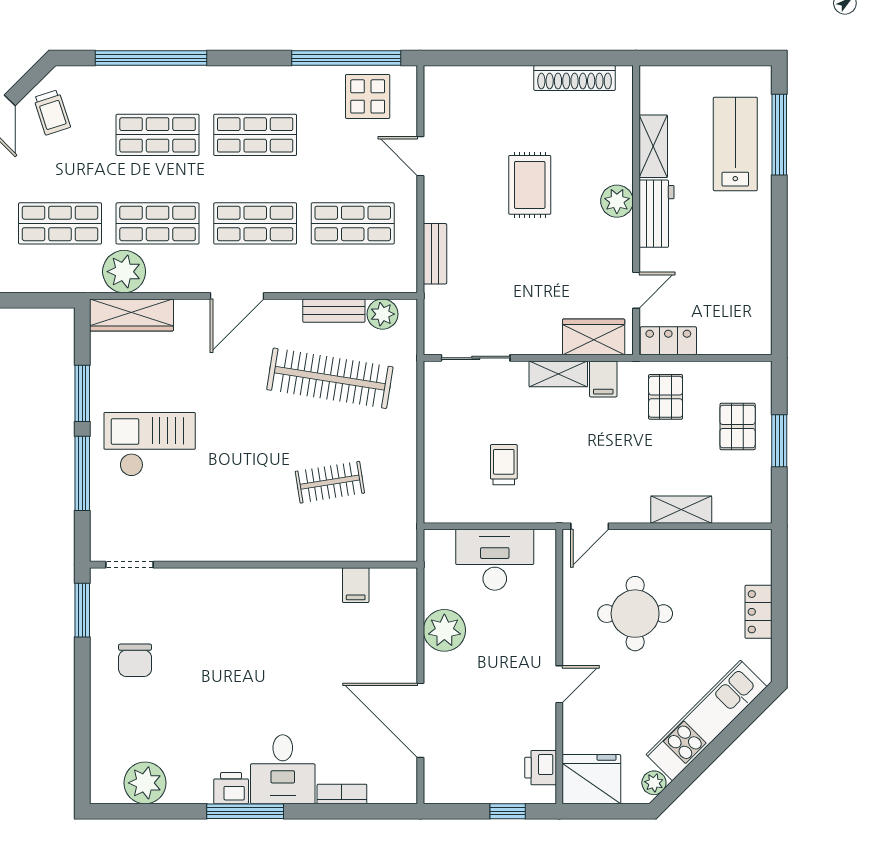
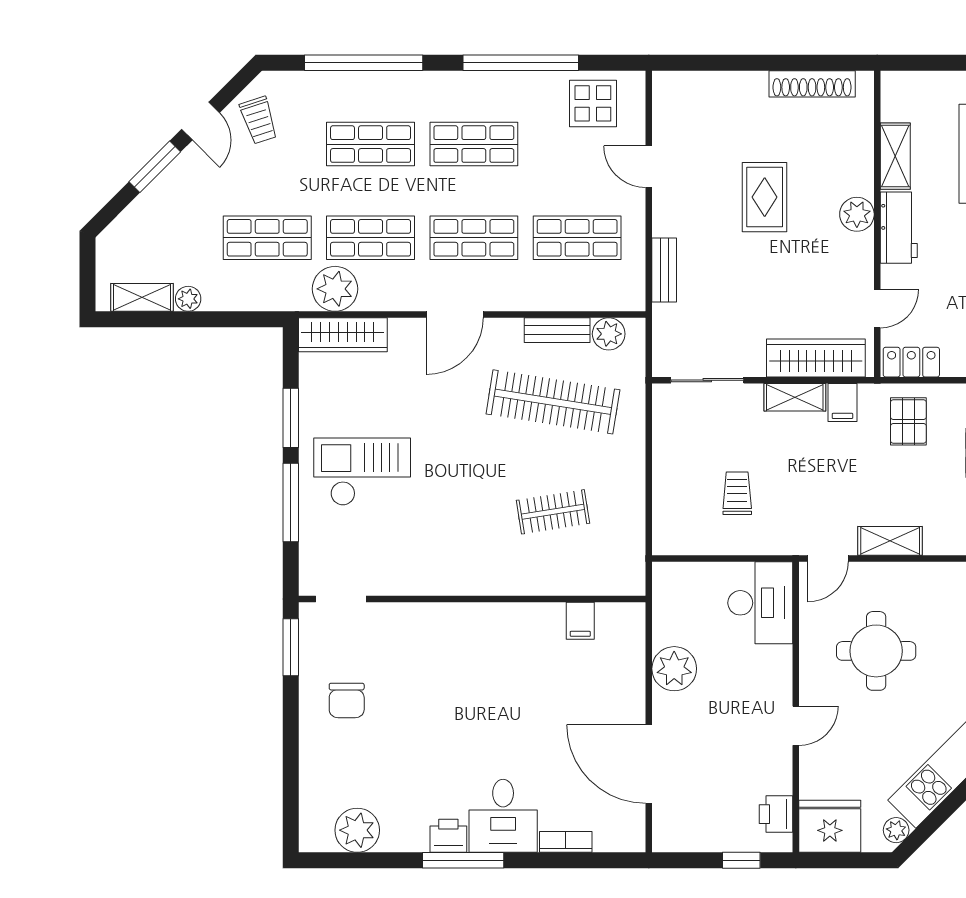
window: (346, 58) -> (521, 63), moved
wardrobe: (594, 337) -> (816, 358), width x1.50
shelving: (681, 510) -> (890, 541), moved
desk: (495, 560) -> (760, 603), moved, turned 90

